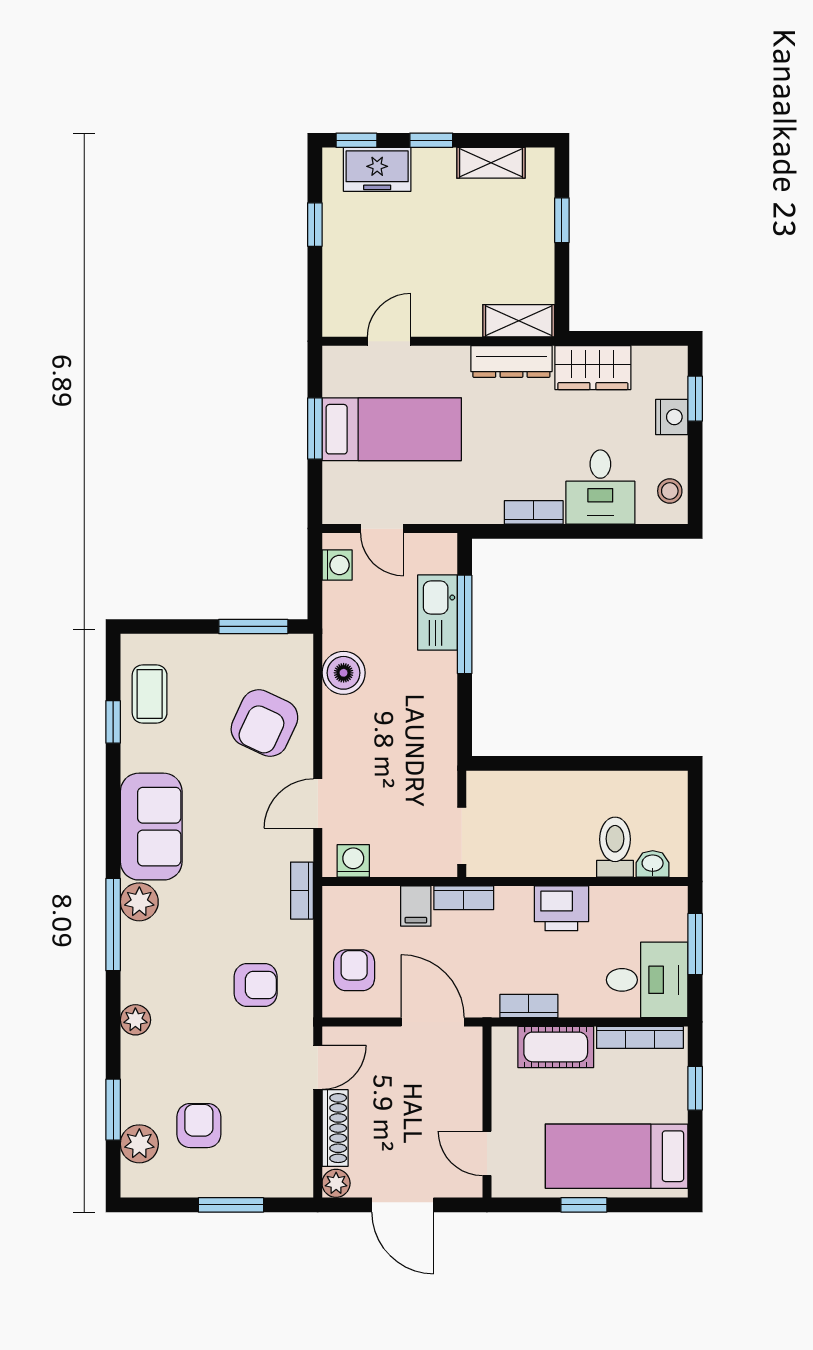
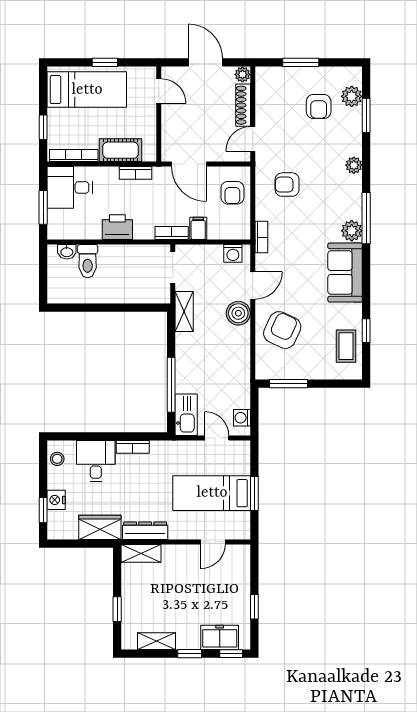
kitchen sink: (438, 613) -> (186, 415), moved
boiler: (344, 673) -> (238, 313), moved
shelving: (441, 756) -> (184, 312), added

